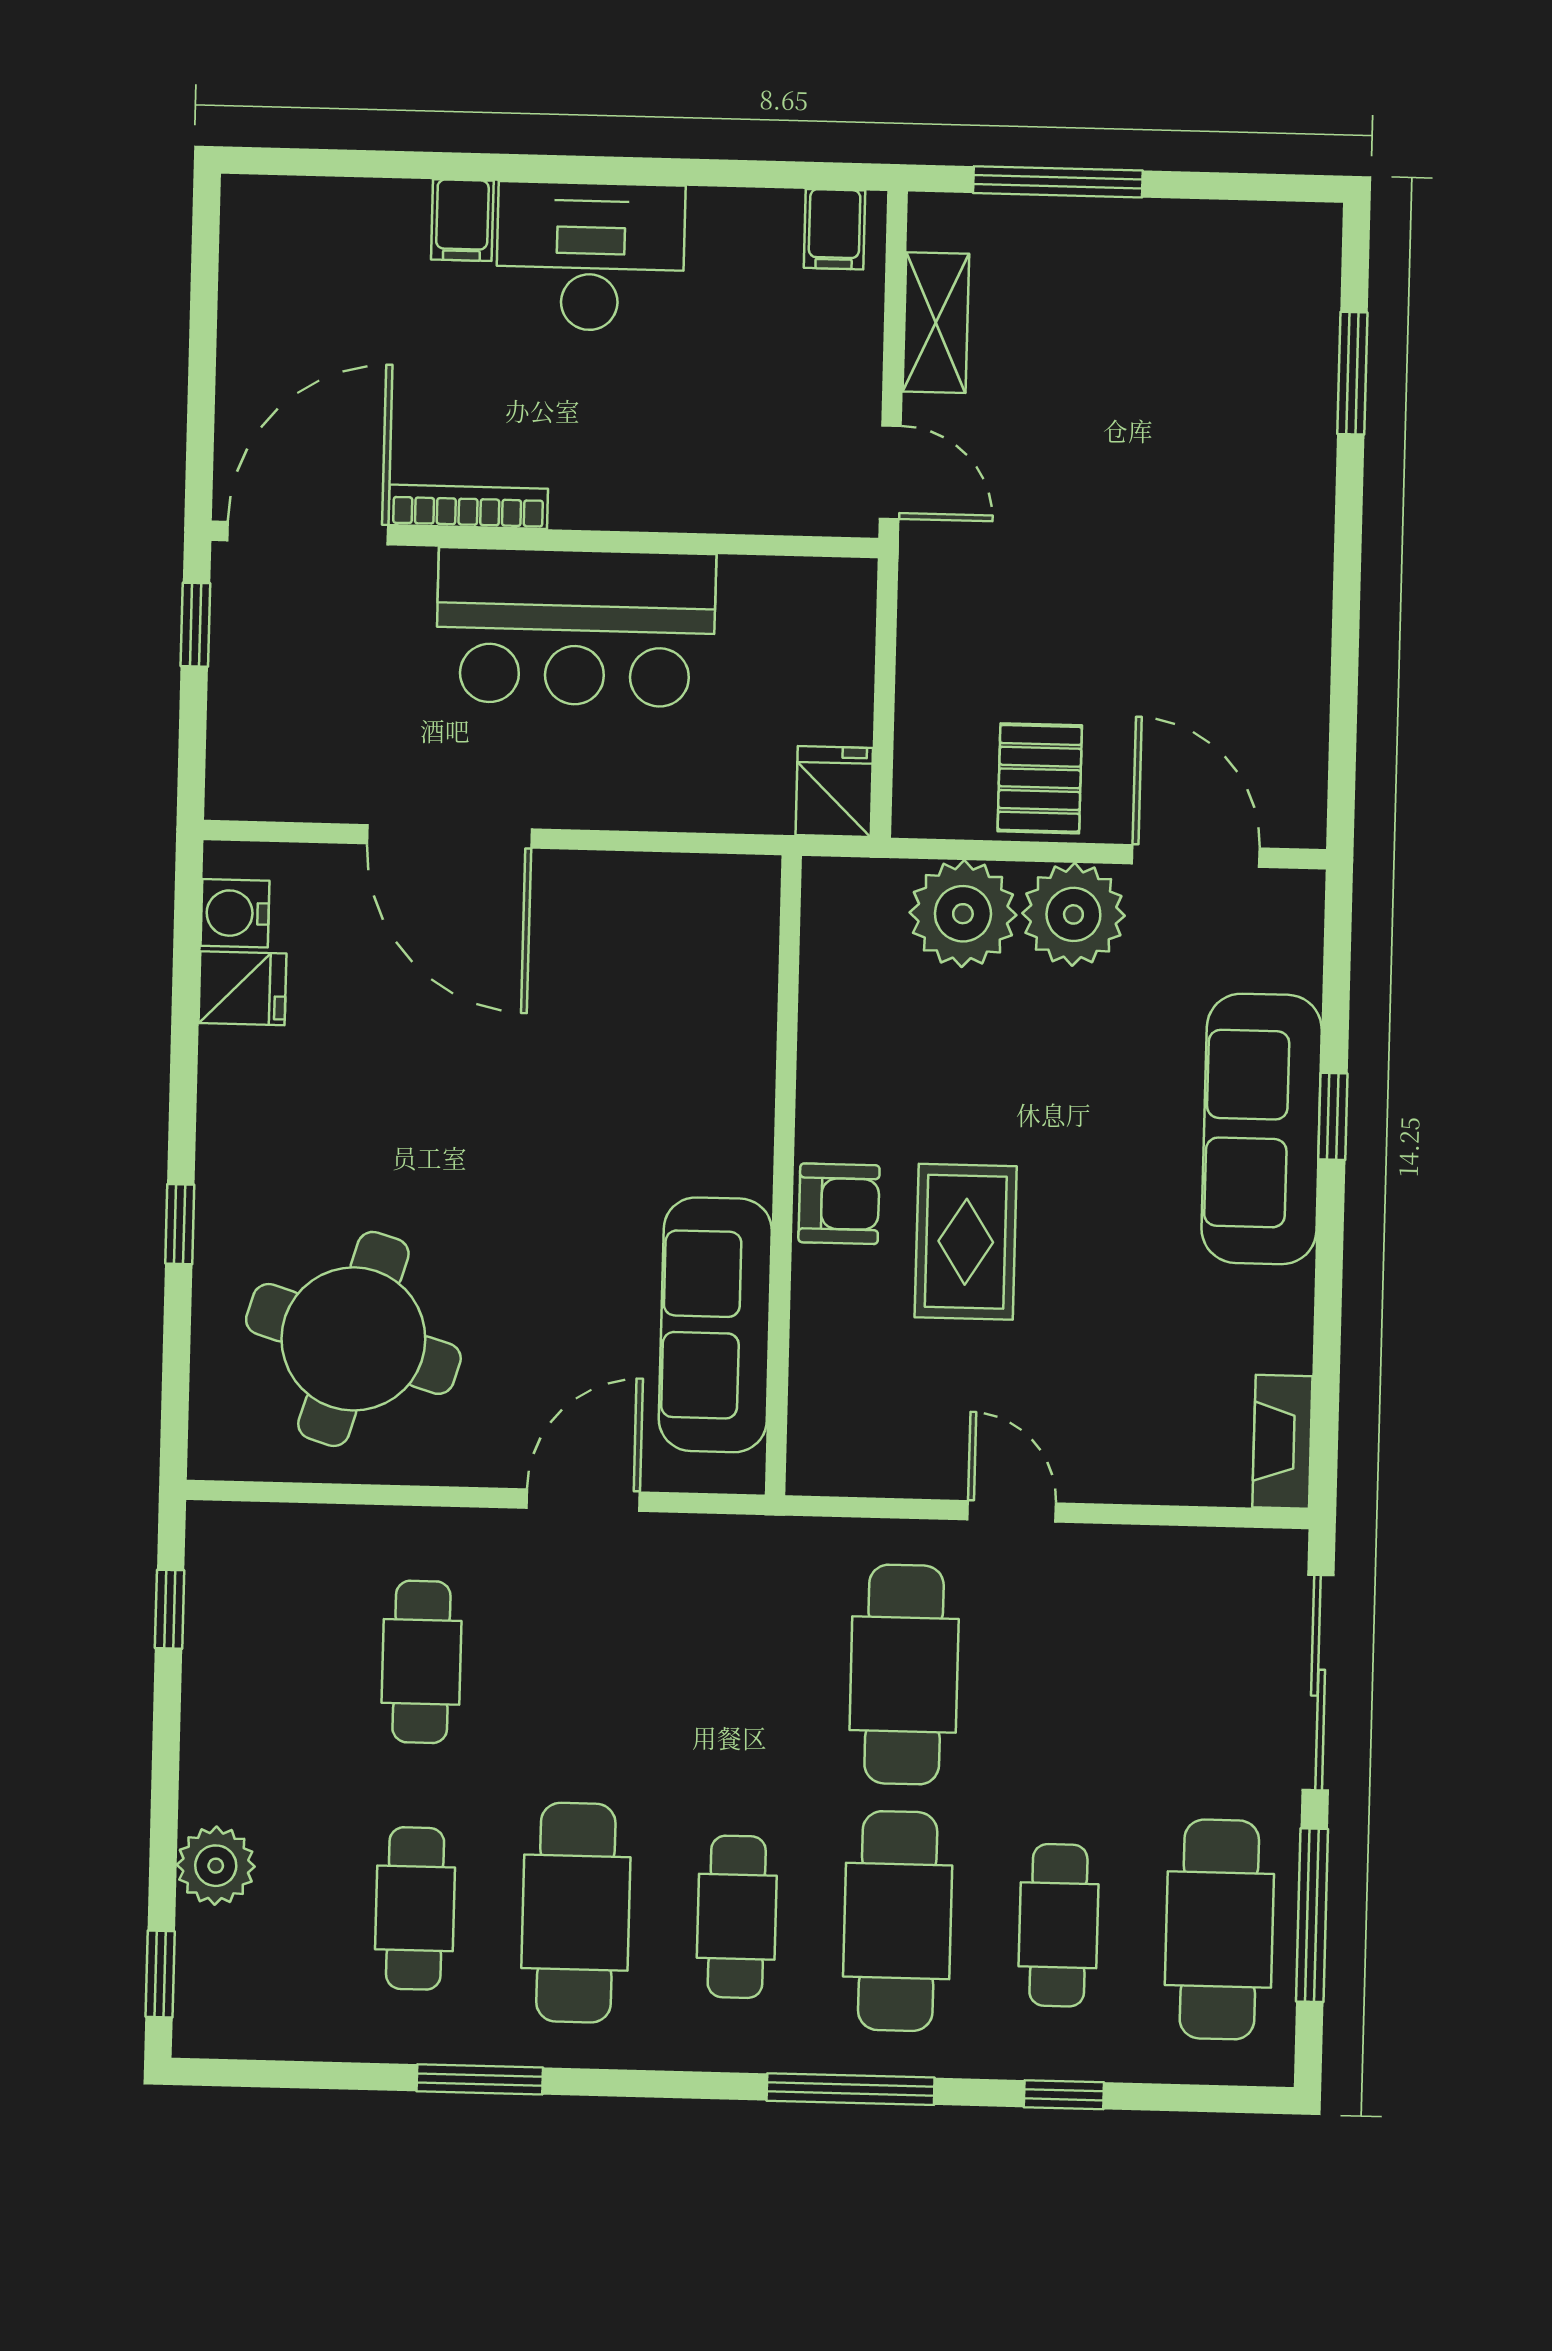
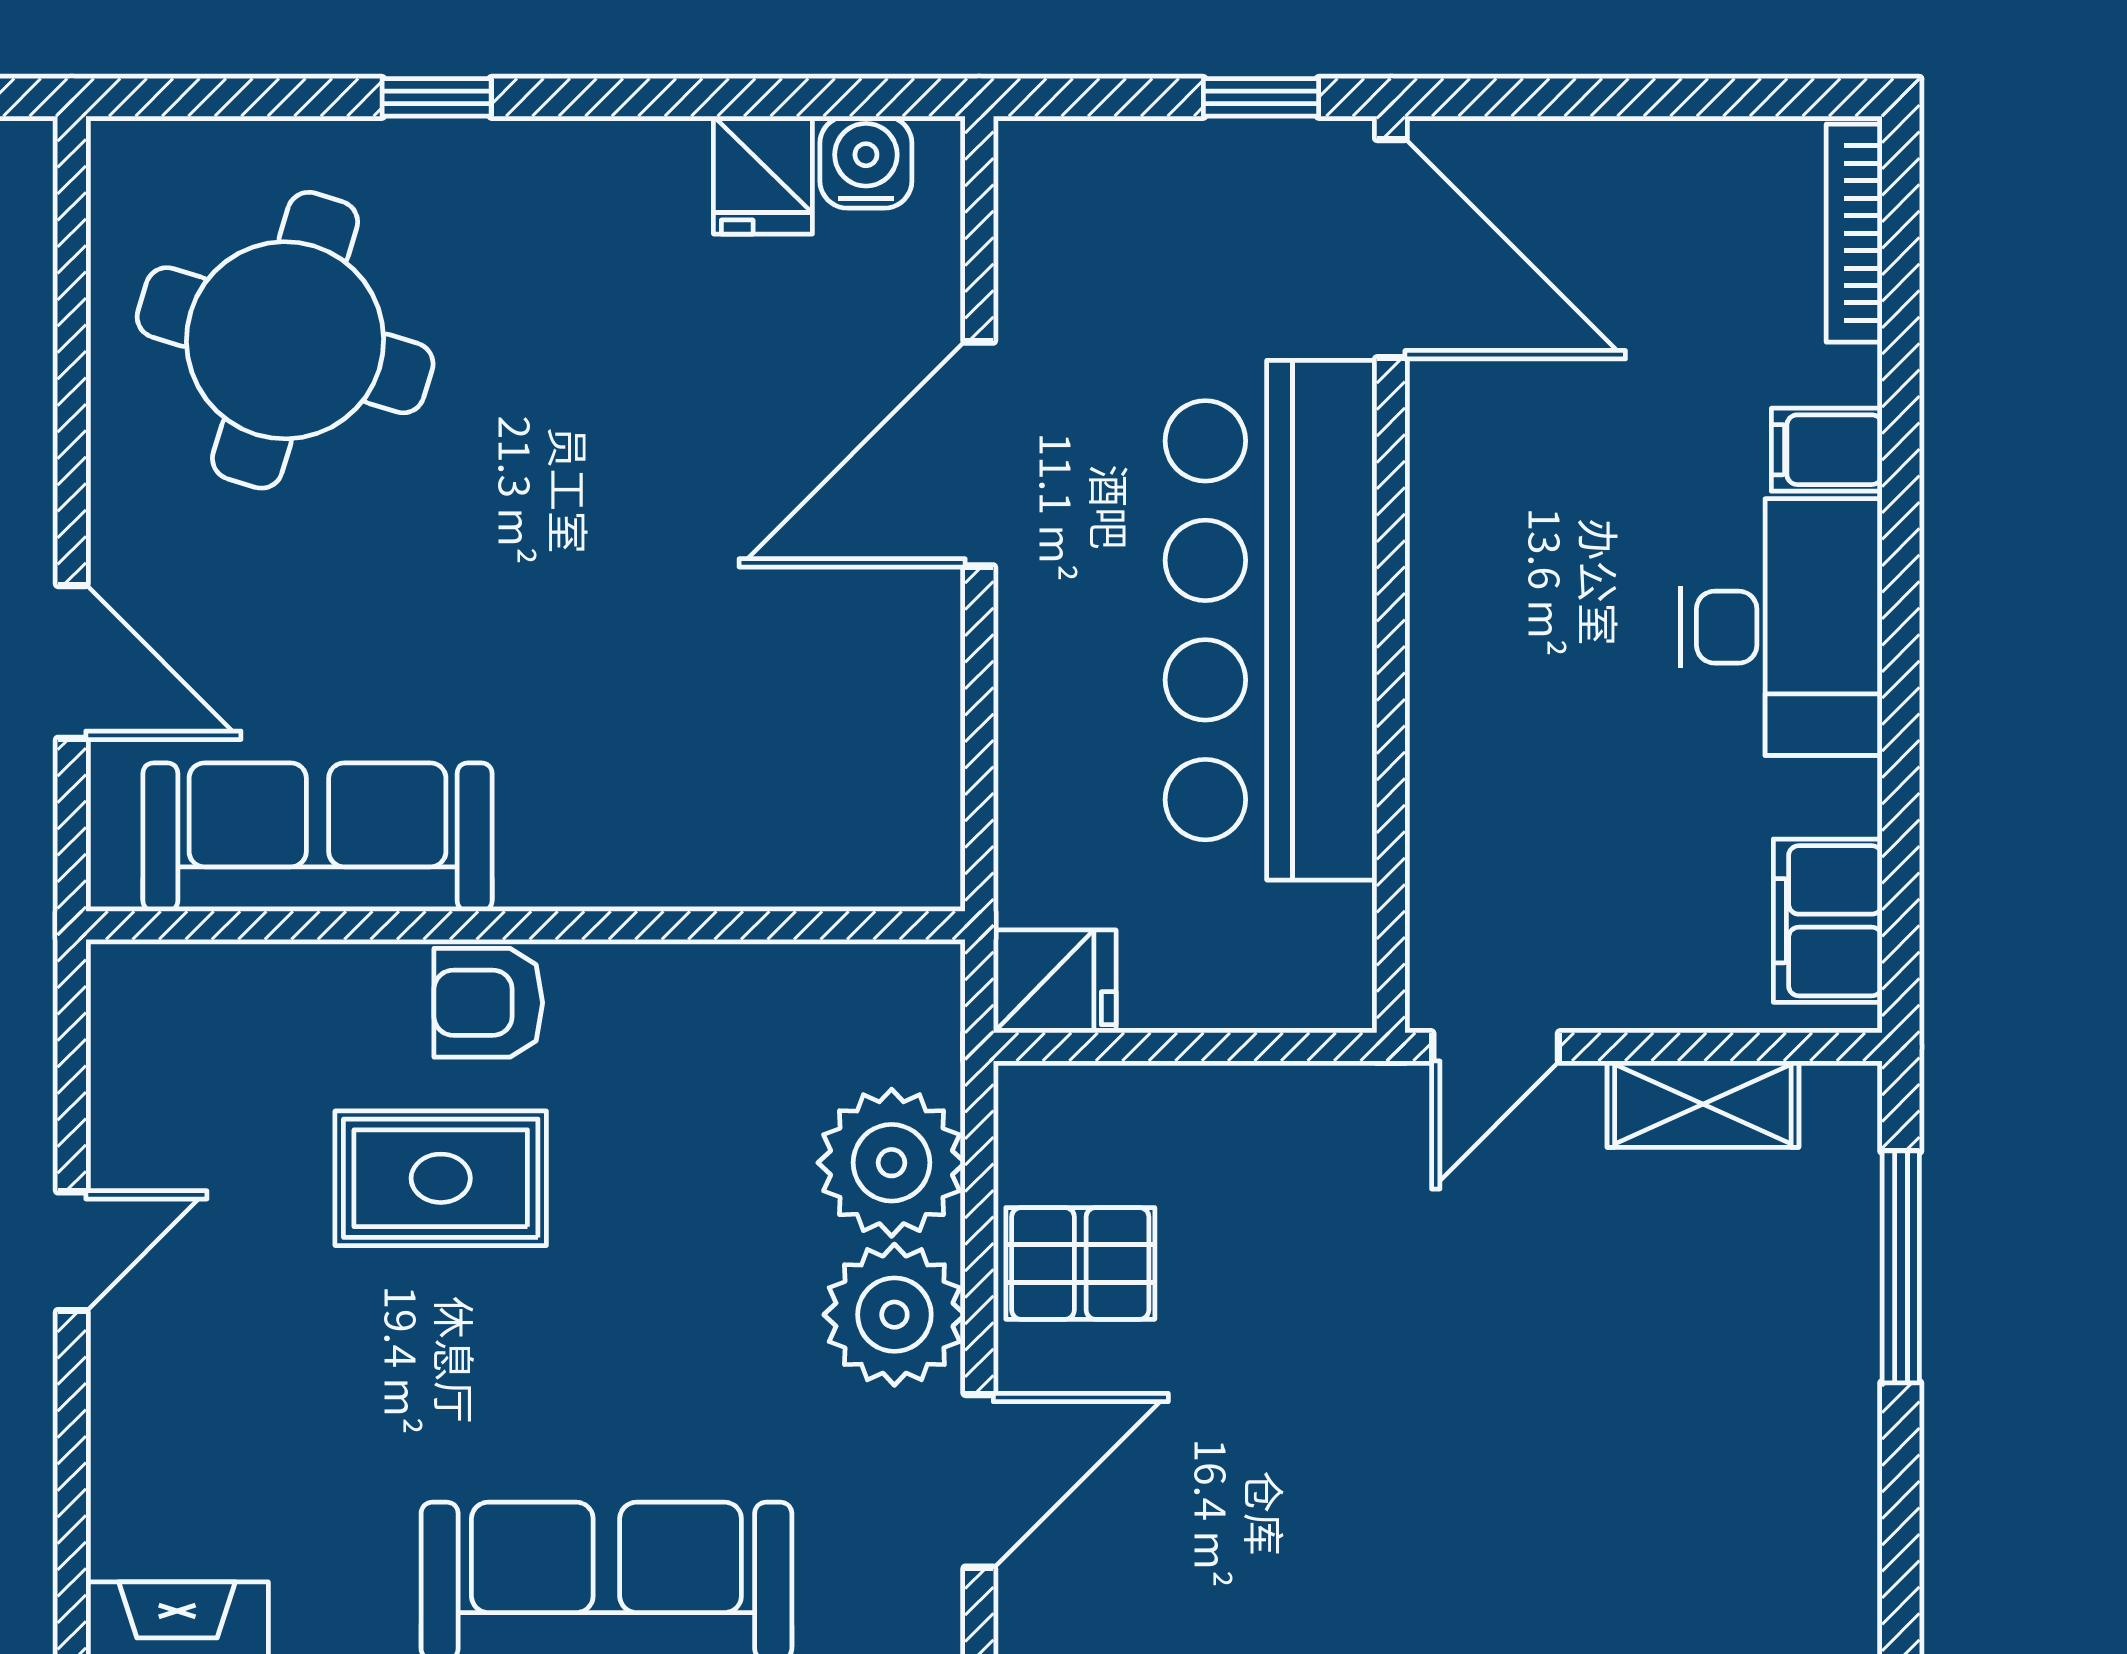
filing cabinet: (834, 229) -> (1828, 921), width x2.00
bookcase: (468, 507) -> (1854, 233), moved, turned 180
bar counter: (576, 627) -> (1271, 620), width x1.36
armchair: (839, 1204) -> (488, 1003), turned 90

